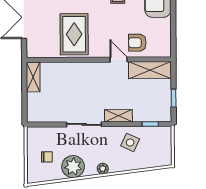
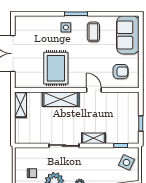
armchair: (137, 43) -> (121, 72), moved, turned 180
shelving: (150, 70) -> (61, 99), moved
side table: (130, 142) -> (126, 162), moved

